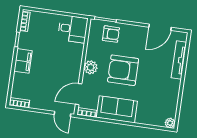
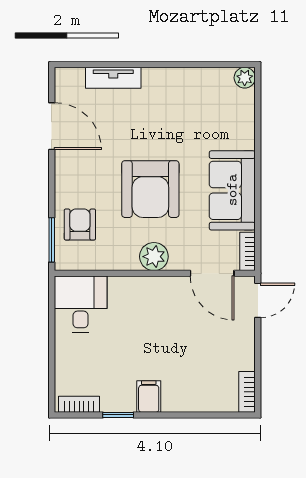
tv unit: (179, 60) -> (113, 78), width x0.71
filing cabinet: (23, 61) -> (149, 397), width x0.50

